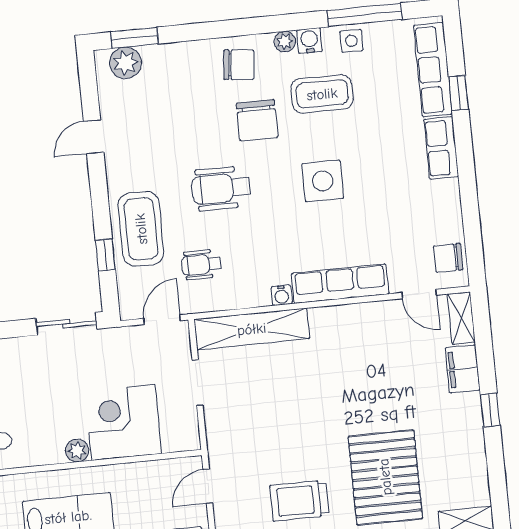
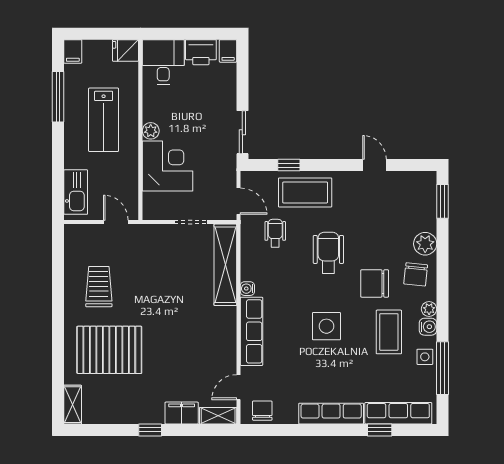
plant: (126, 63) -> (425, 244), moved
row of seats: (441, 148) -> (331, 414), width x1.48

